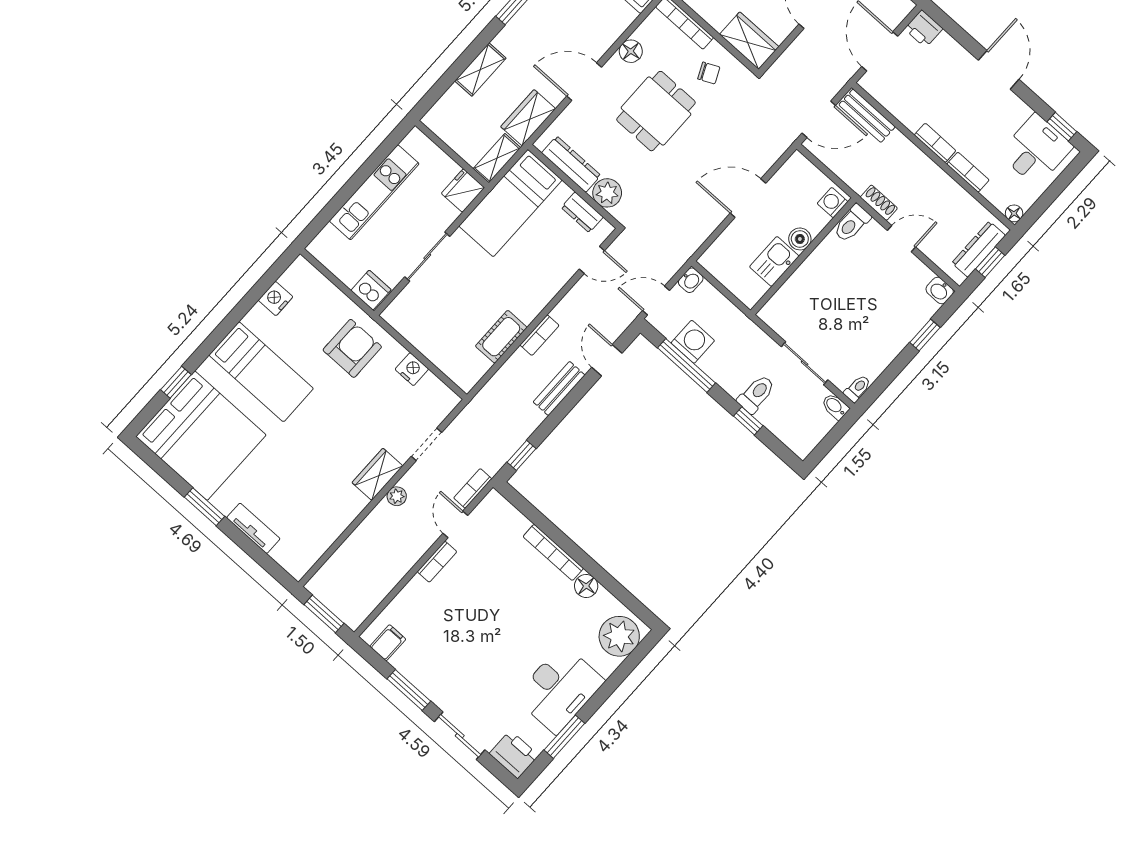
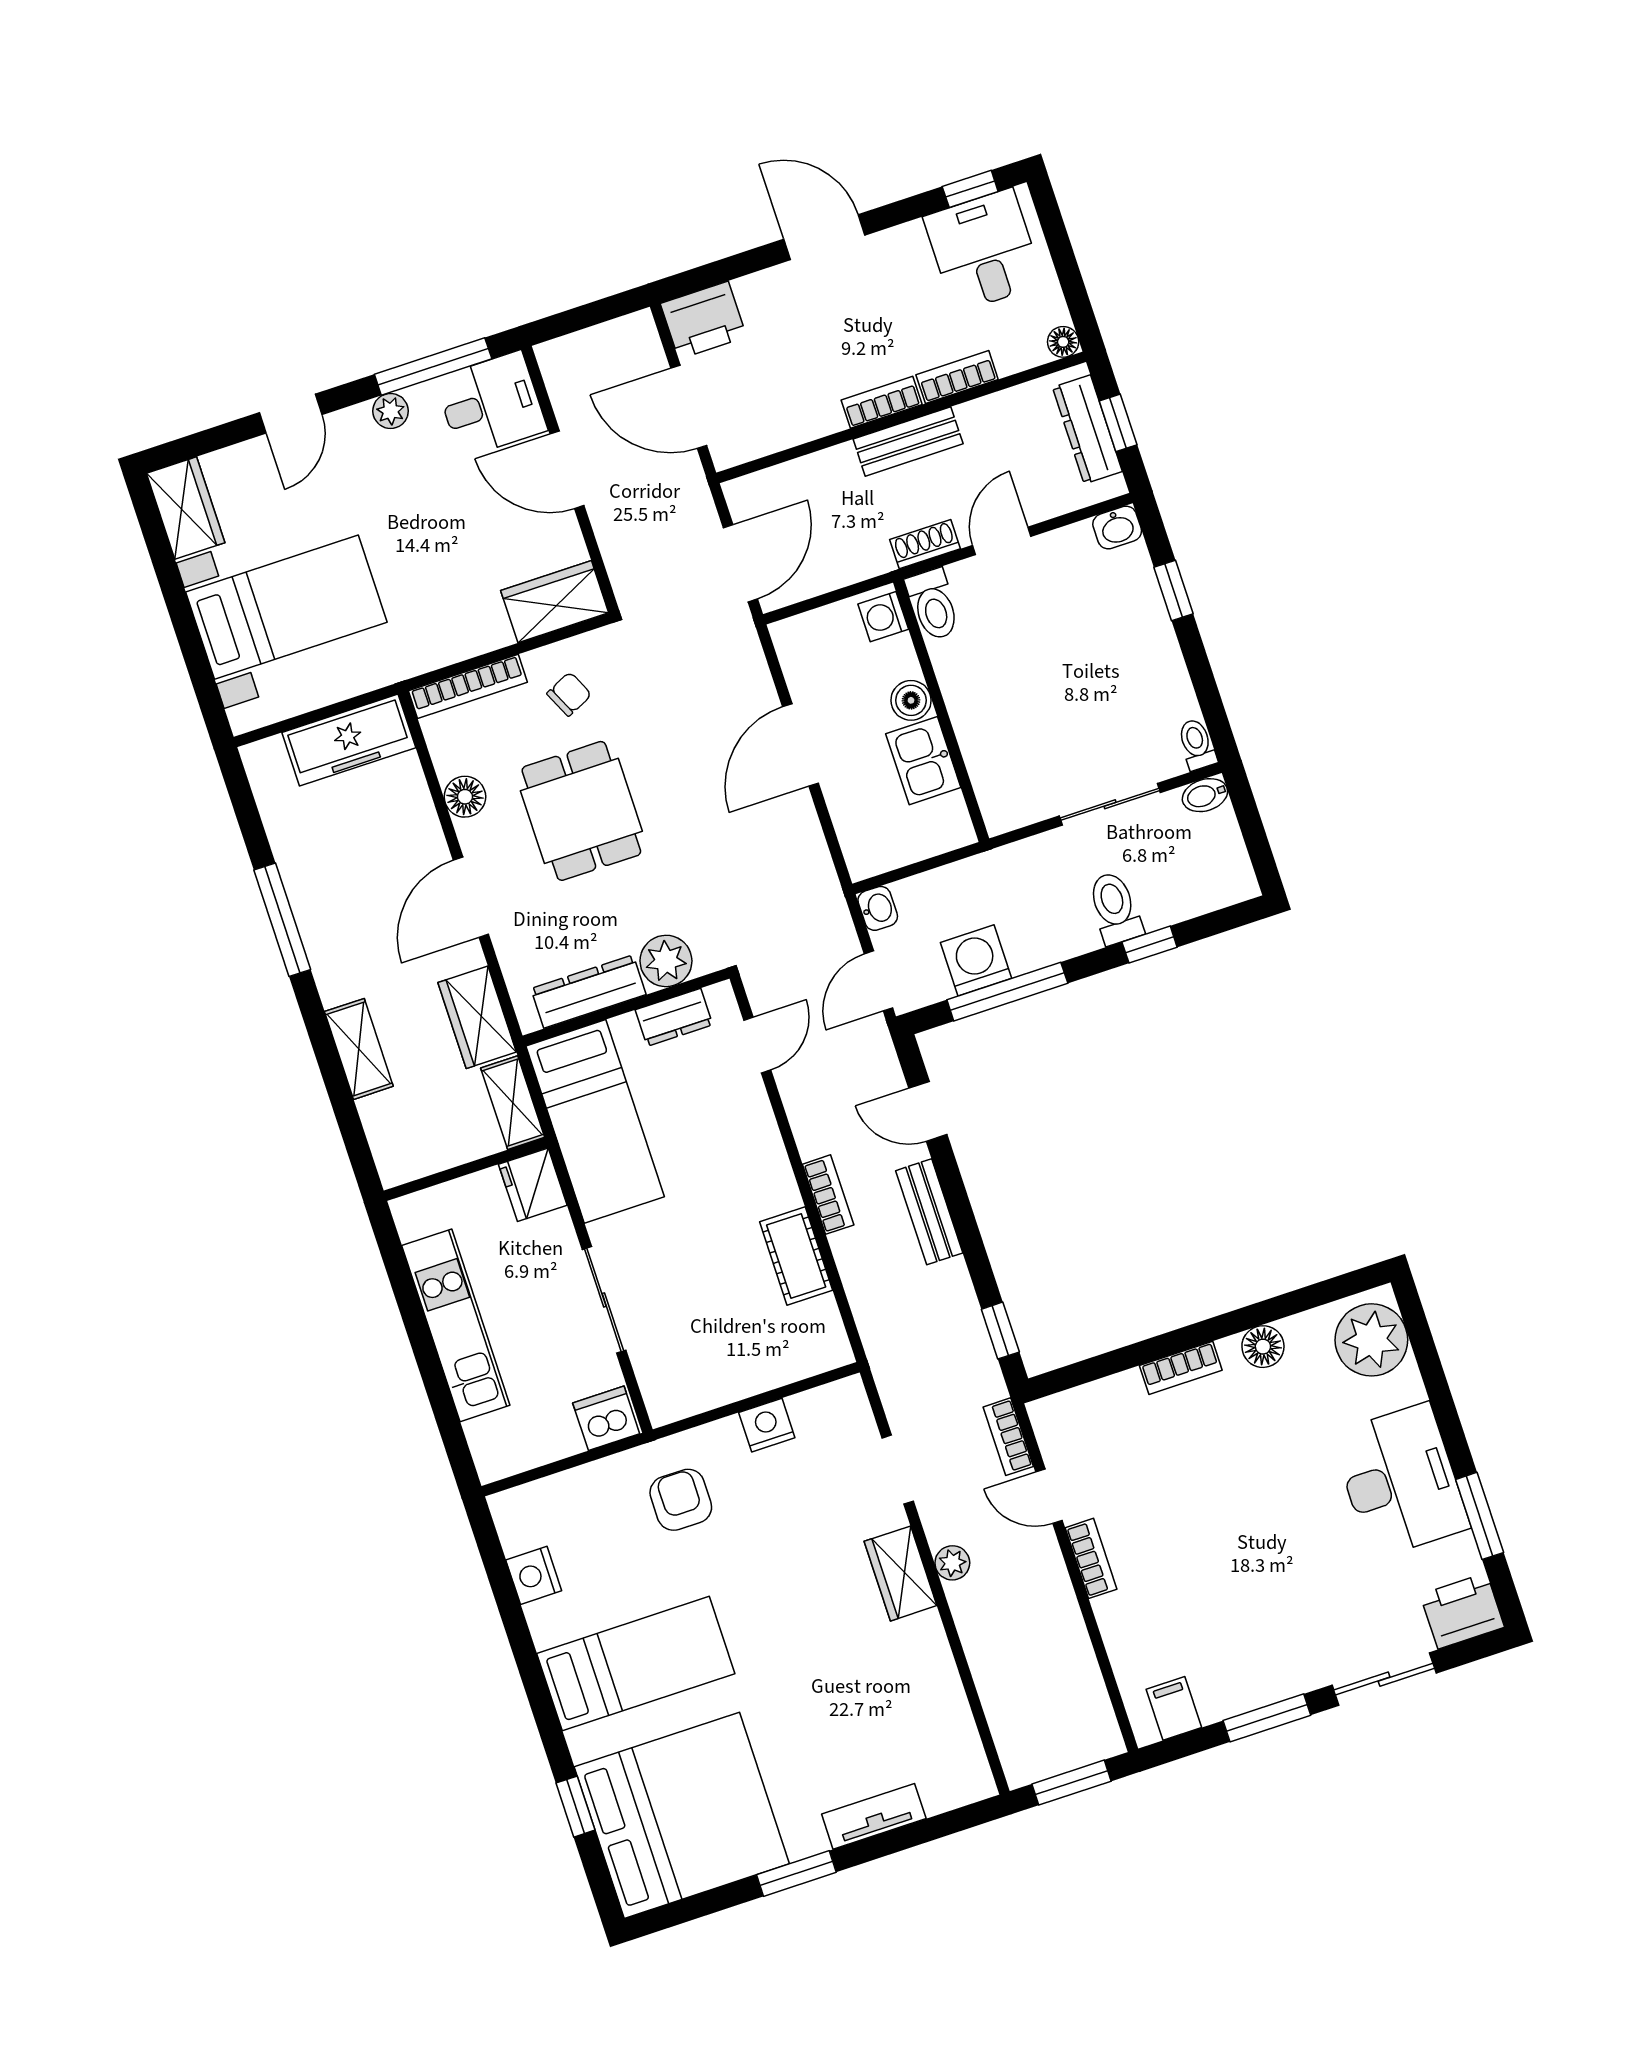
printer: (924, 29) -> (703, 320), width x1.36, depth x1.24
bench: (867, 116) -> (908, 441), moved
armchair: (352, 348) -> (681, 1500), width x0.72, depth x0.72
bookcase: (553, 552) -> (1181, 1368), width x0.64

